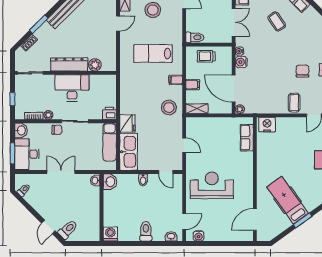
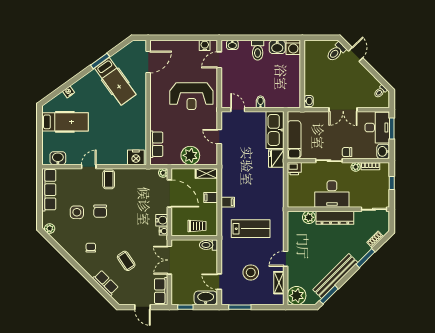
chair: (312, 35) -> (91, 248), added
stool: (169, 107) -> (234, 174), removed
plant: (213, 126) -> (190, 155), added
washbasin: (110, 182) -> (277, 47), moved, turned -90

